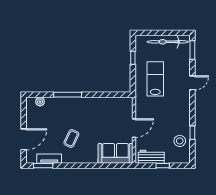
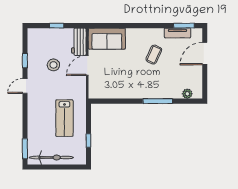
door: (192, 83) -> (25, 86), moved
stool: (180, 141) -> (53, 65), moved
workbench: (151, 157) -> (79, 42), moved, turned 90

